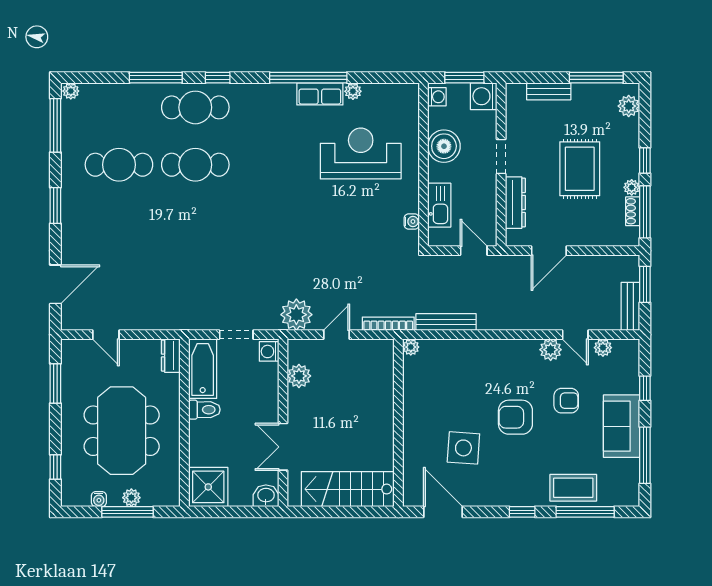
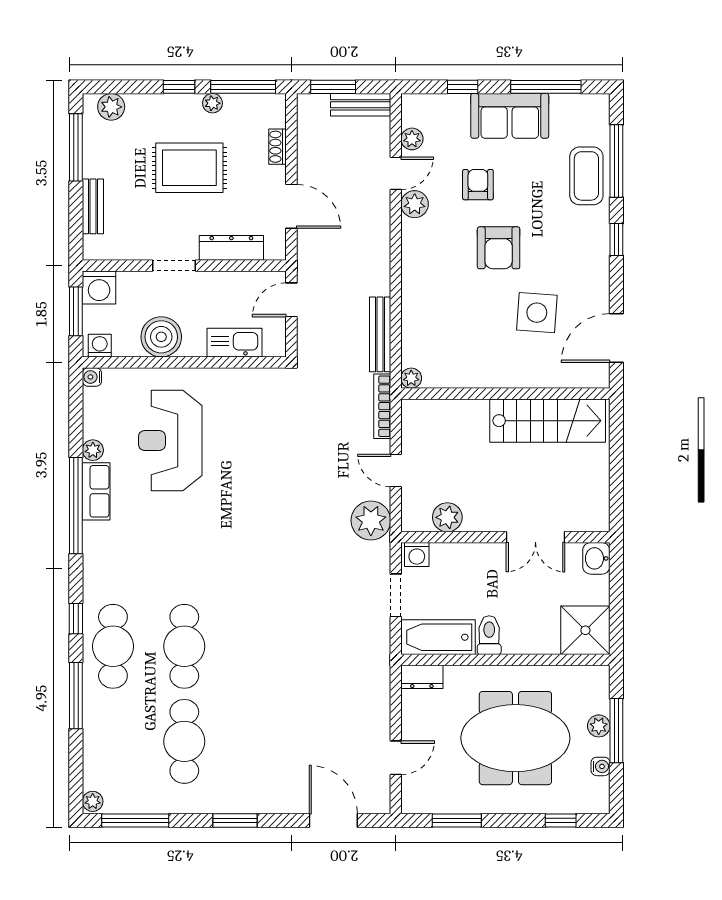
shoe rack: (633, 211) -> (277, 147), moved, turned 90
water cooler: (412, 221) -> (92, 377), moved, turned -90
stairs: (348, 489) -> (548, 421), moved, turned -90

